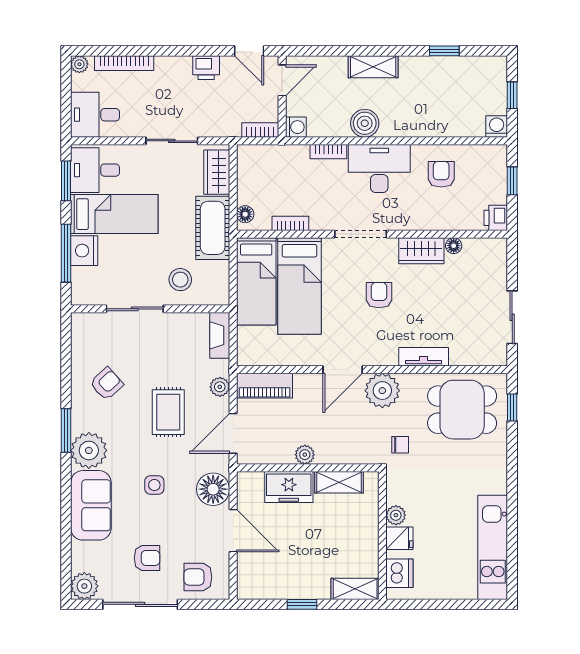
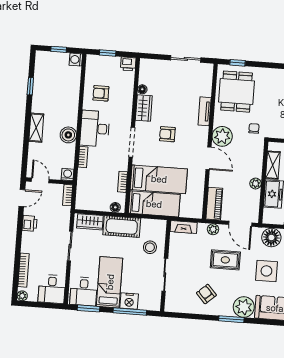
side table: (154, 485) -> (266, 271), width x1.87, depth x1.87

